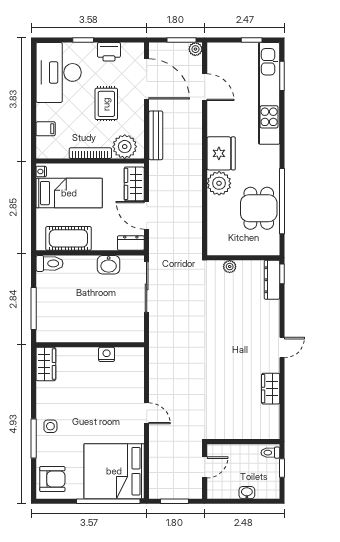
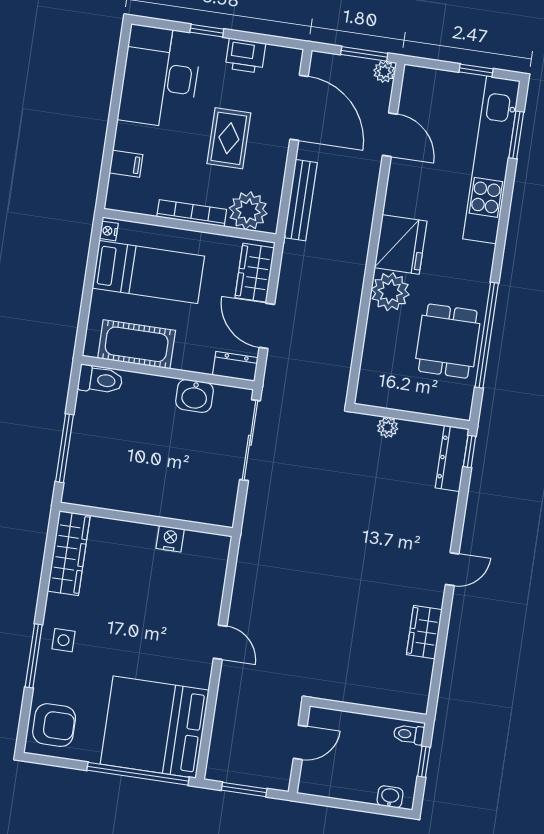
wardrobe: (46, 364) -> (69, 553), width x1.50
washbasin: (247, 493) -> (390, 797), moved

